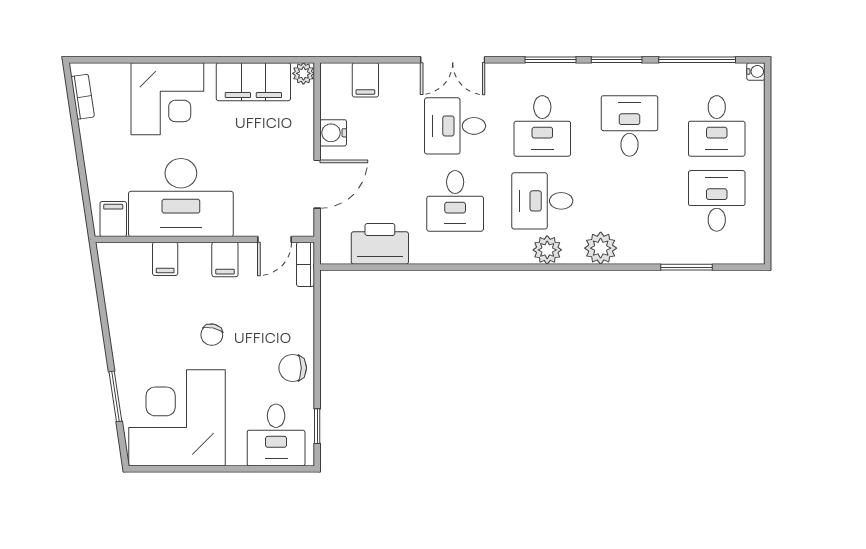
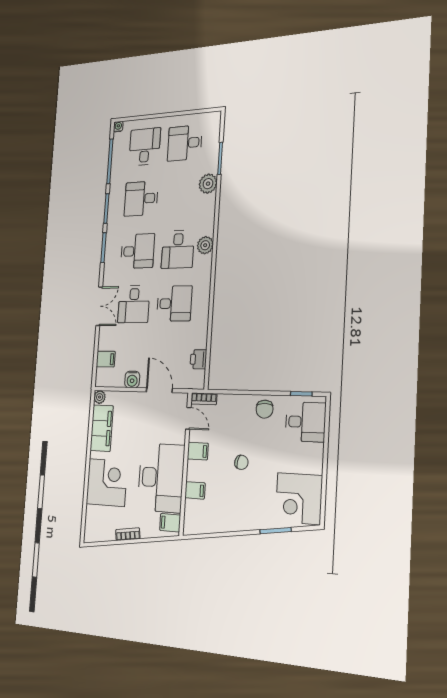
bookcase: (83, 97) -> (128, 534), moved
desk: (717, 126) -> (145, 147), turned -90
printer: (380, 244) -> (198, 359), width x0.53, depth x0.68
plant: (601, 248) -> (208, 184), moved
corner desk: (177, 418) -> (299, 499), width x0.74, depth x0.74

